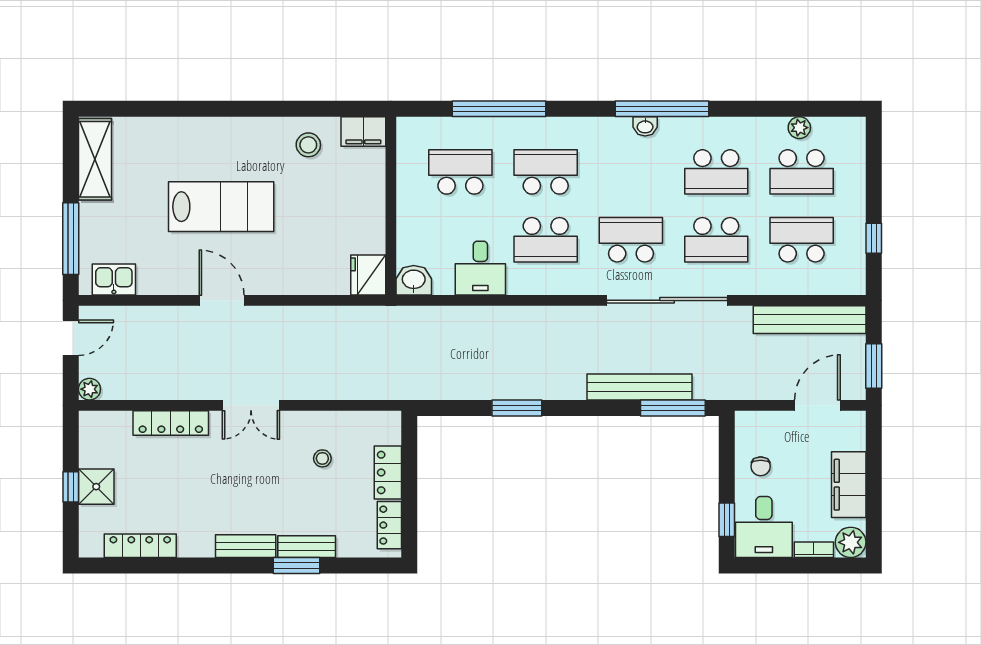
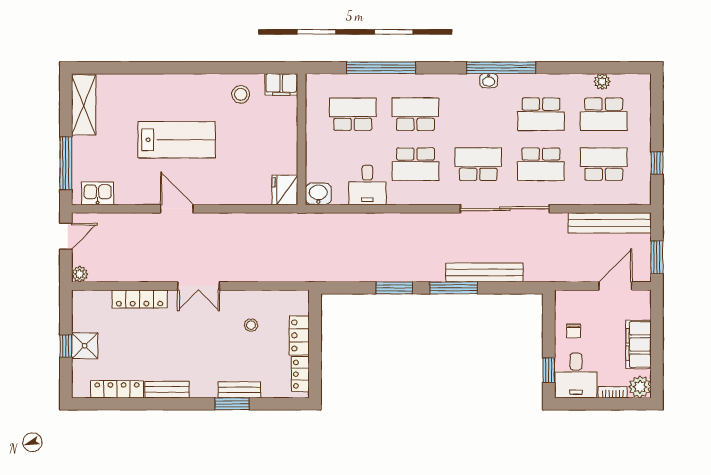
window: (673, 408) -> (454, 288), moved
bench: (246, 546) -> (167, 390), moved

